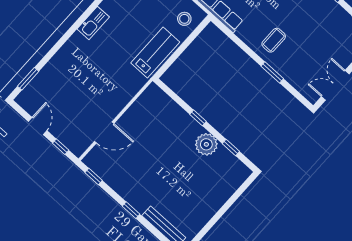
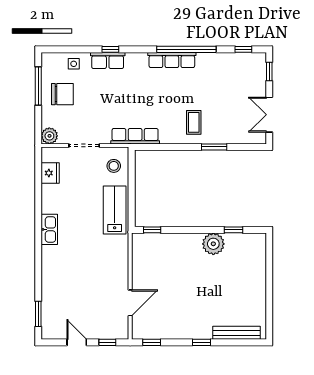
window: (198, 118) -> (152, 230), moved

